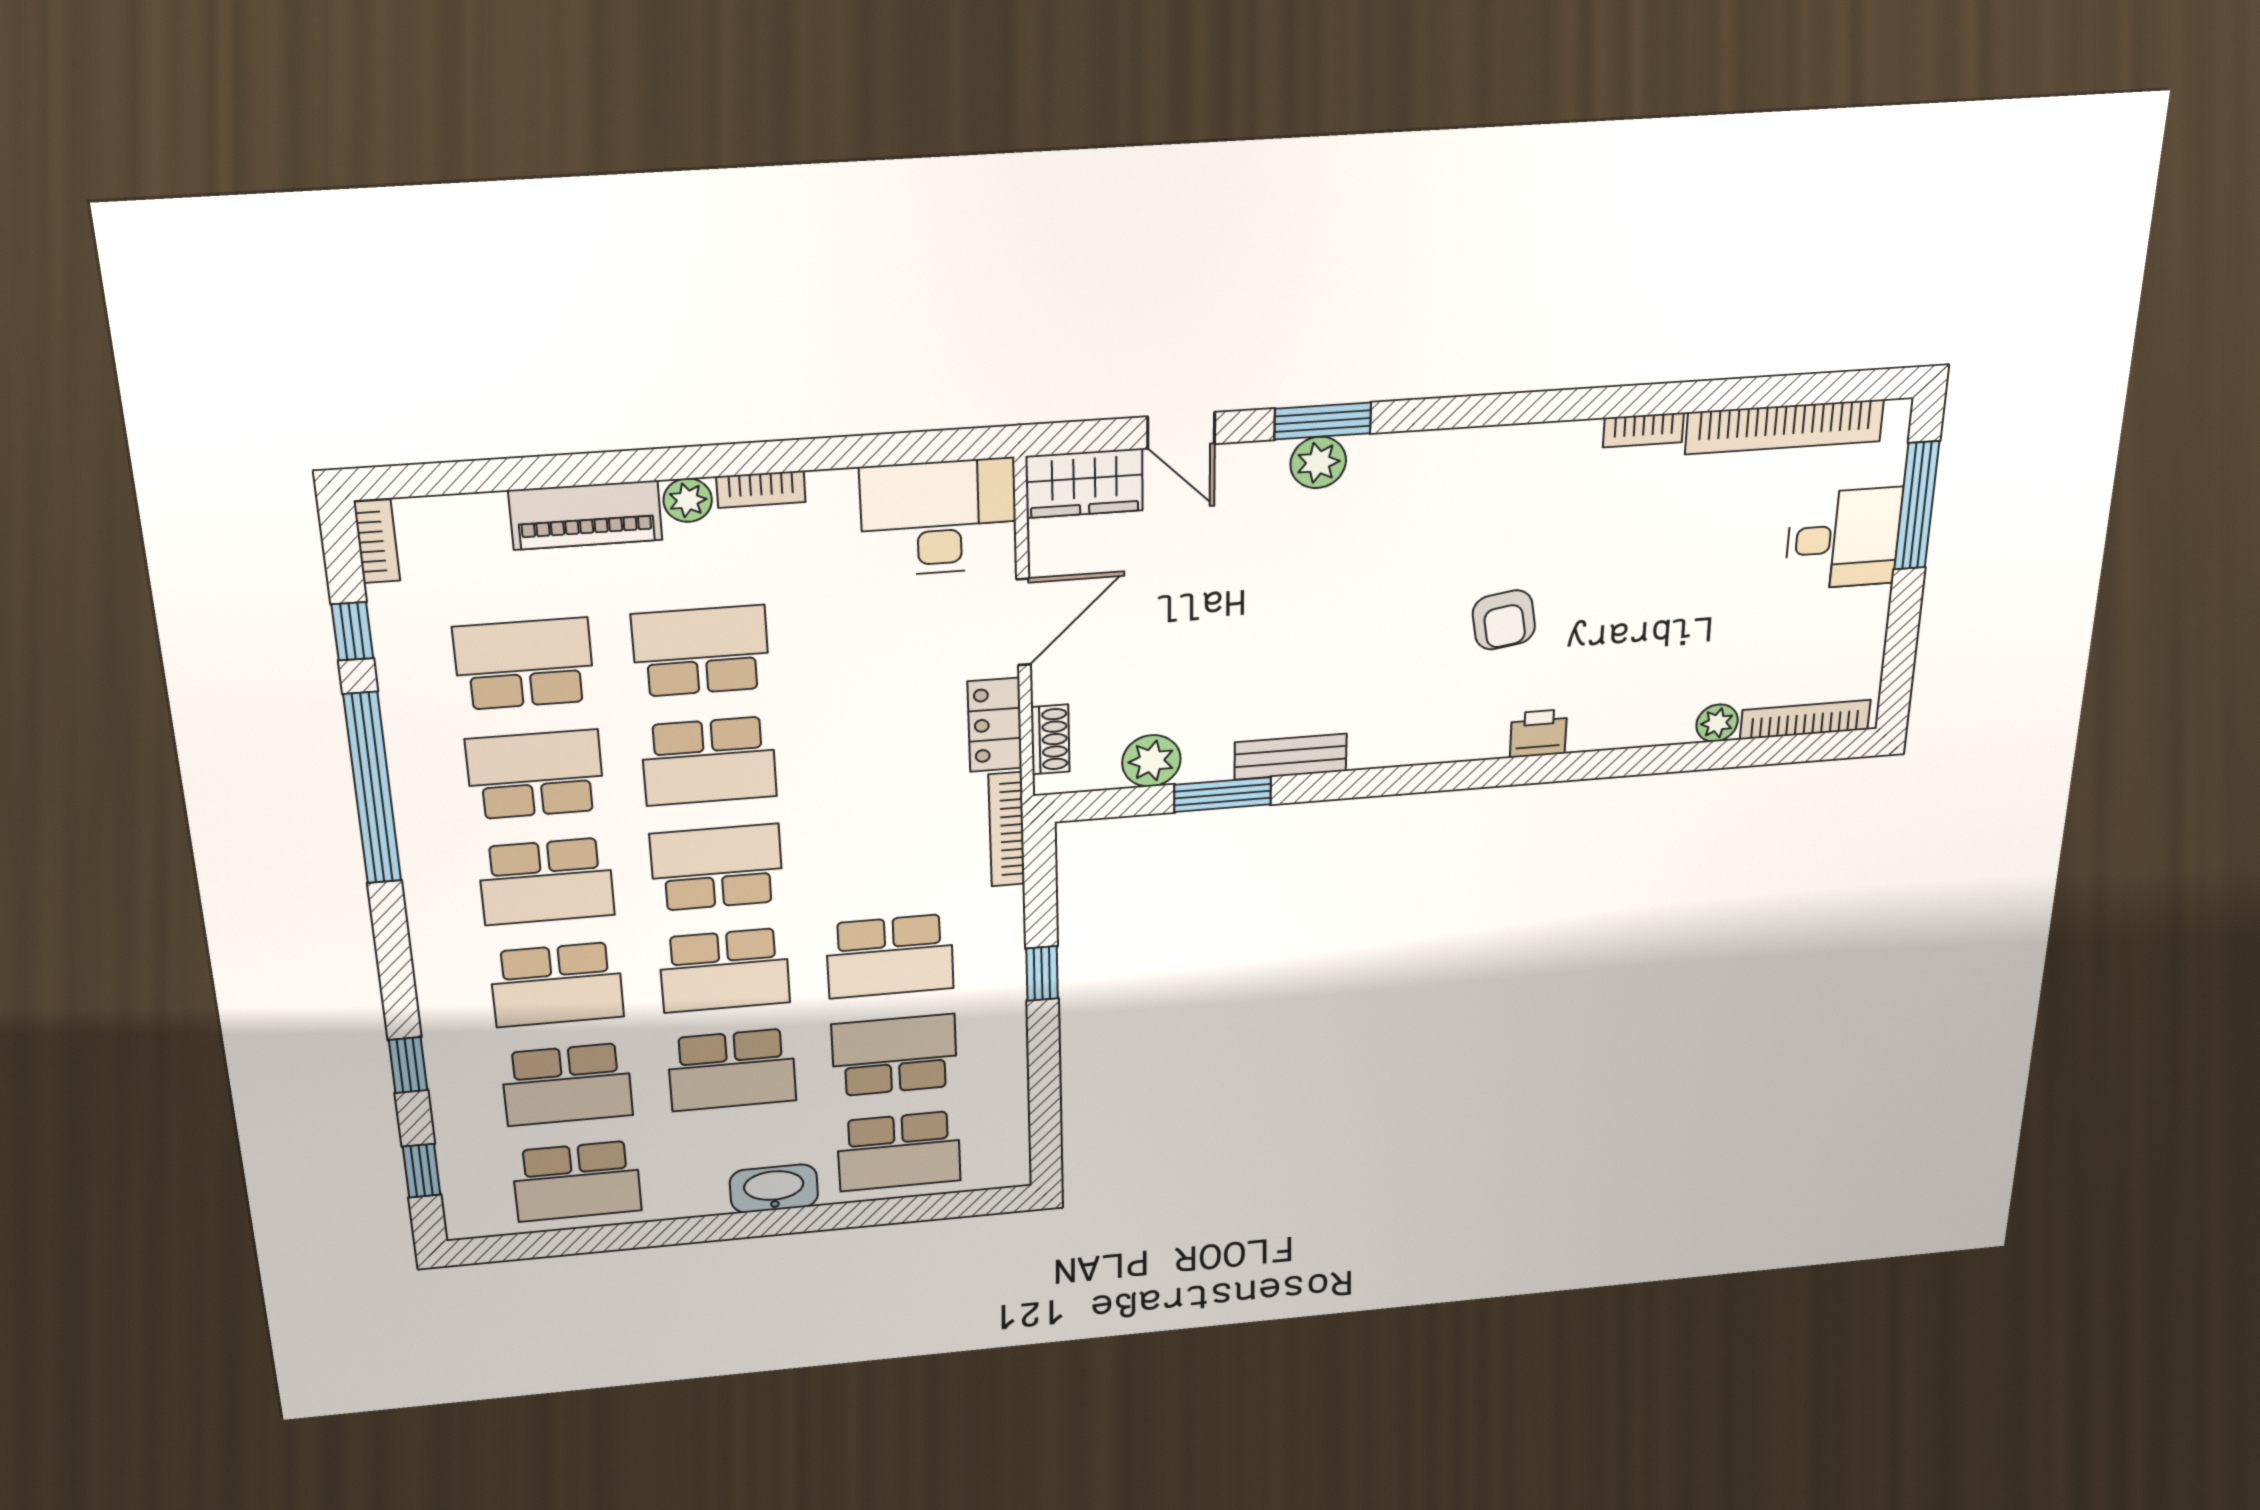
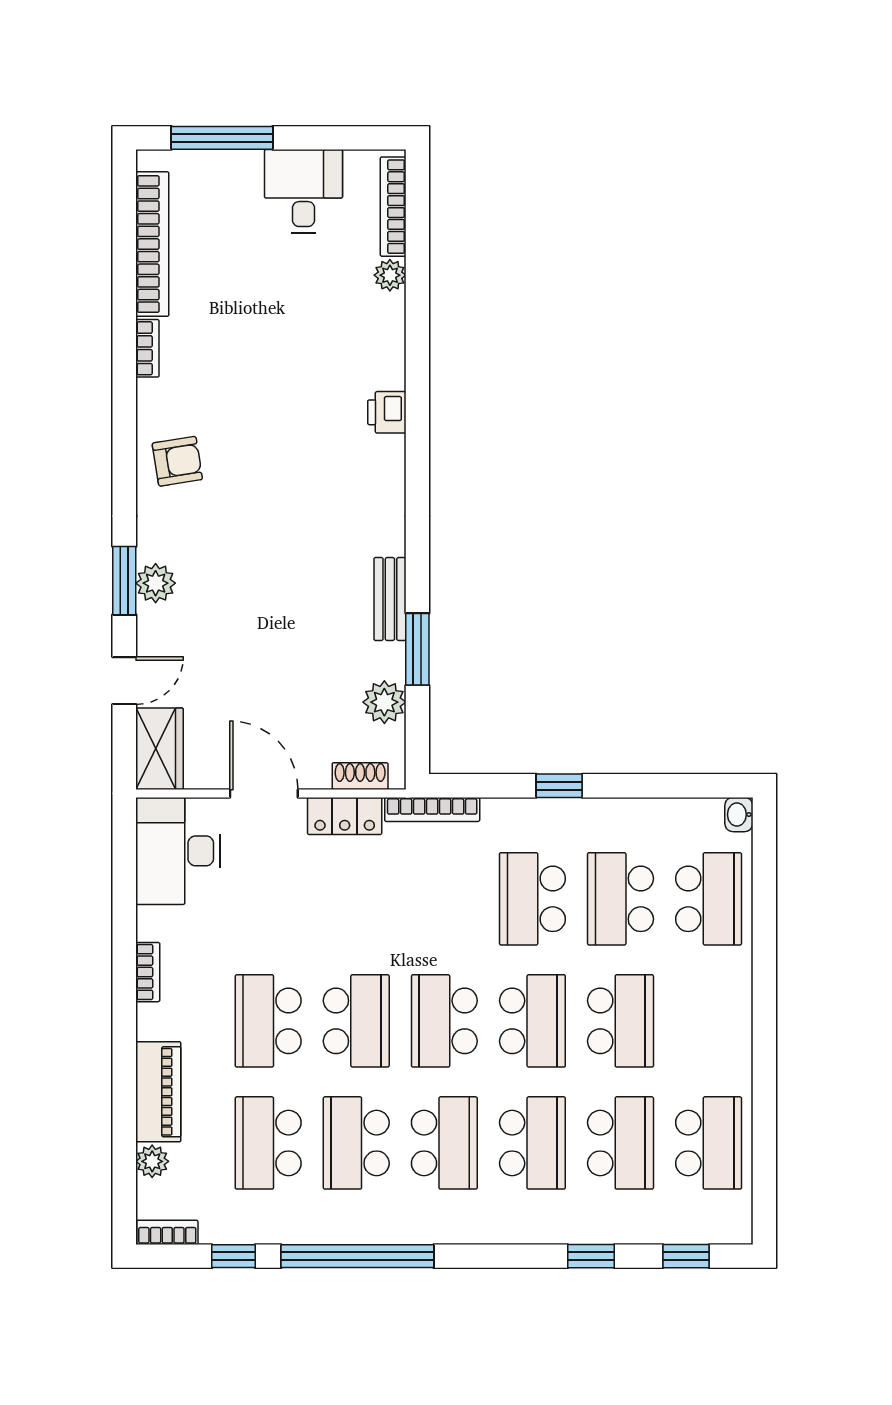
plant: (688, 500) -> (152, 1161), moved
desk: (1843, 539) -> (303, 191), moved
armchair: (1504, 620) -> (177, 461), moved
school desk: (890, 956) -> (532, 899), turned 180
washbasin: (774, 1189) -> (739, 815), moved, width x0.52, depth x0.69

